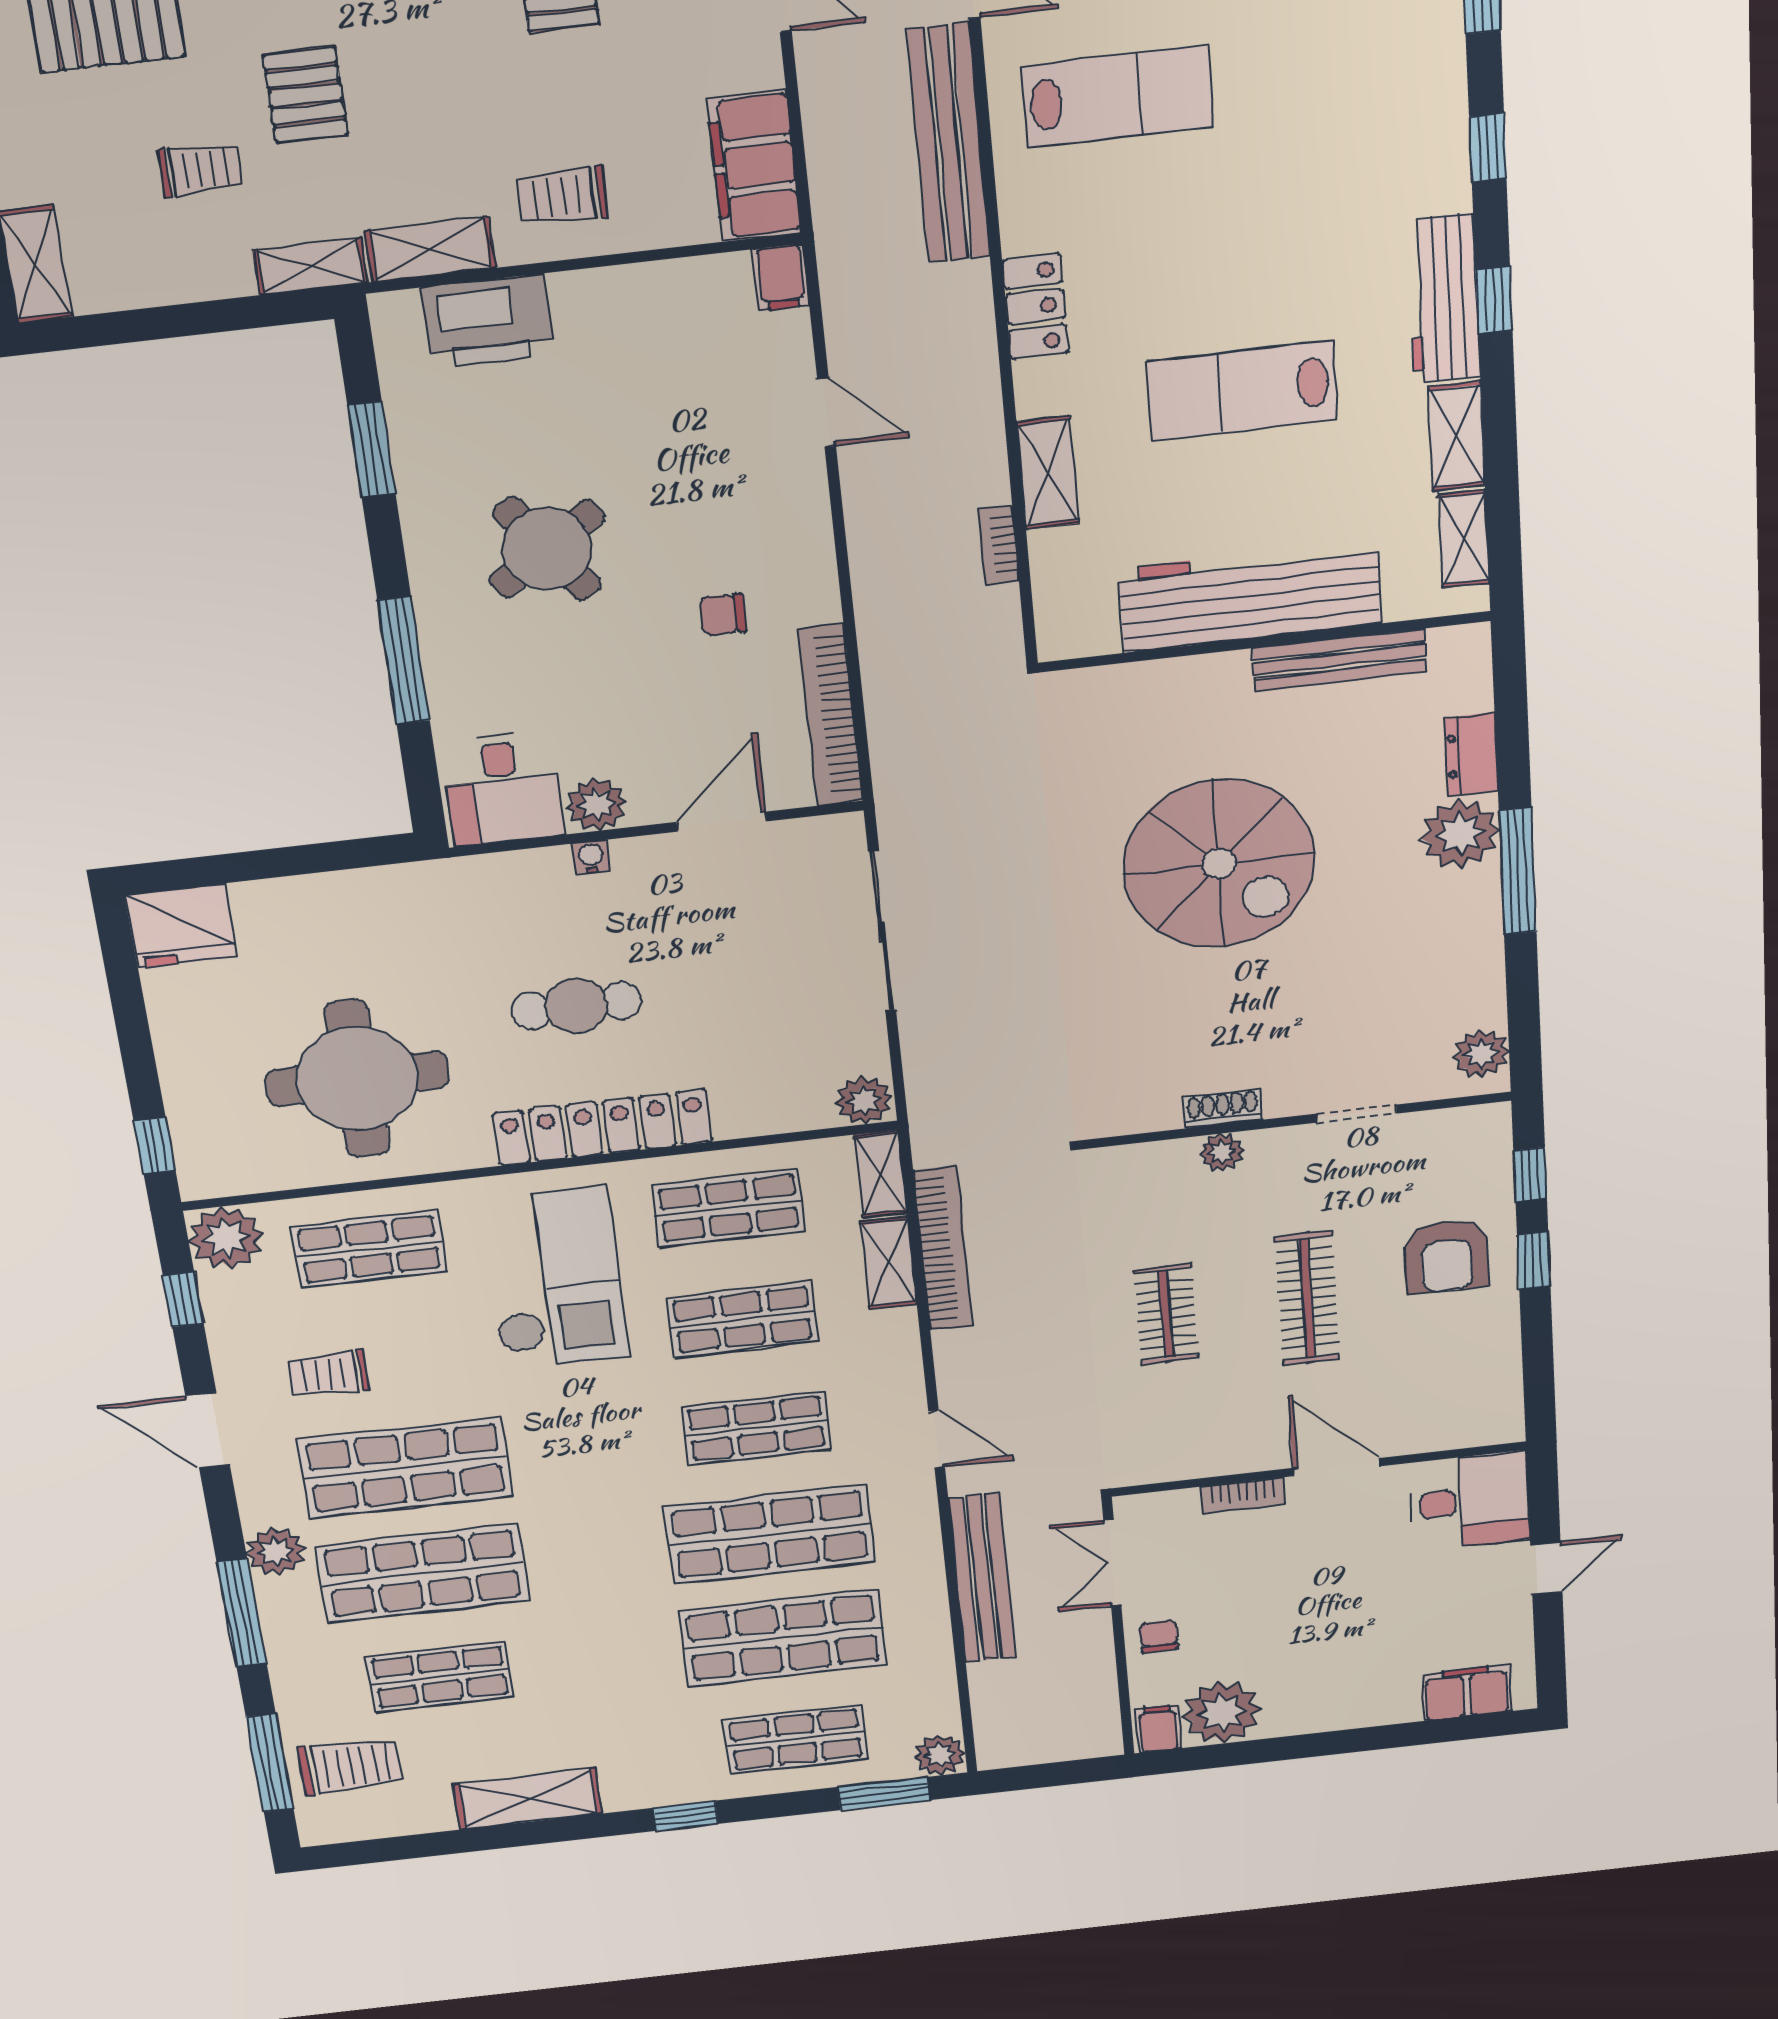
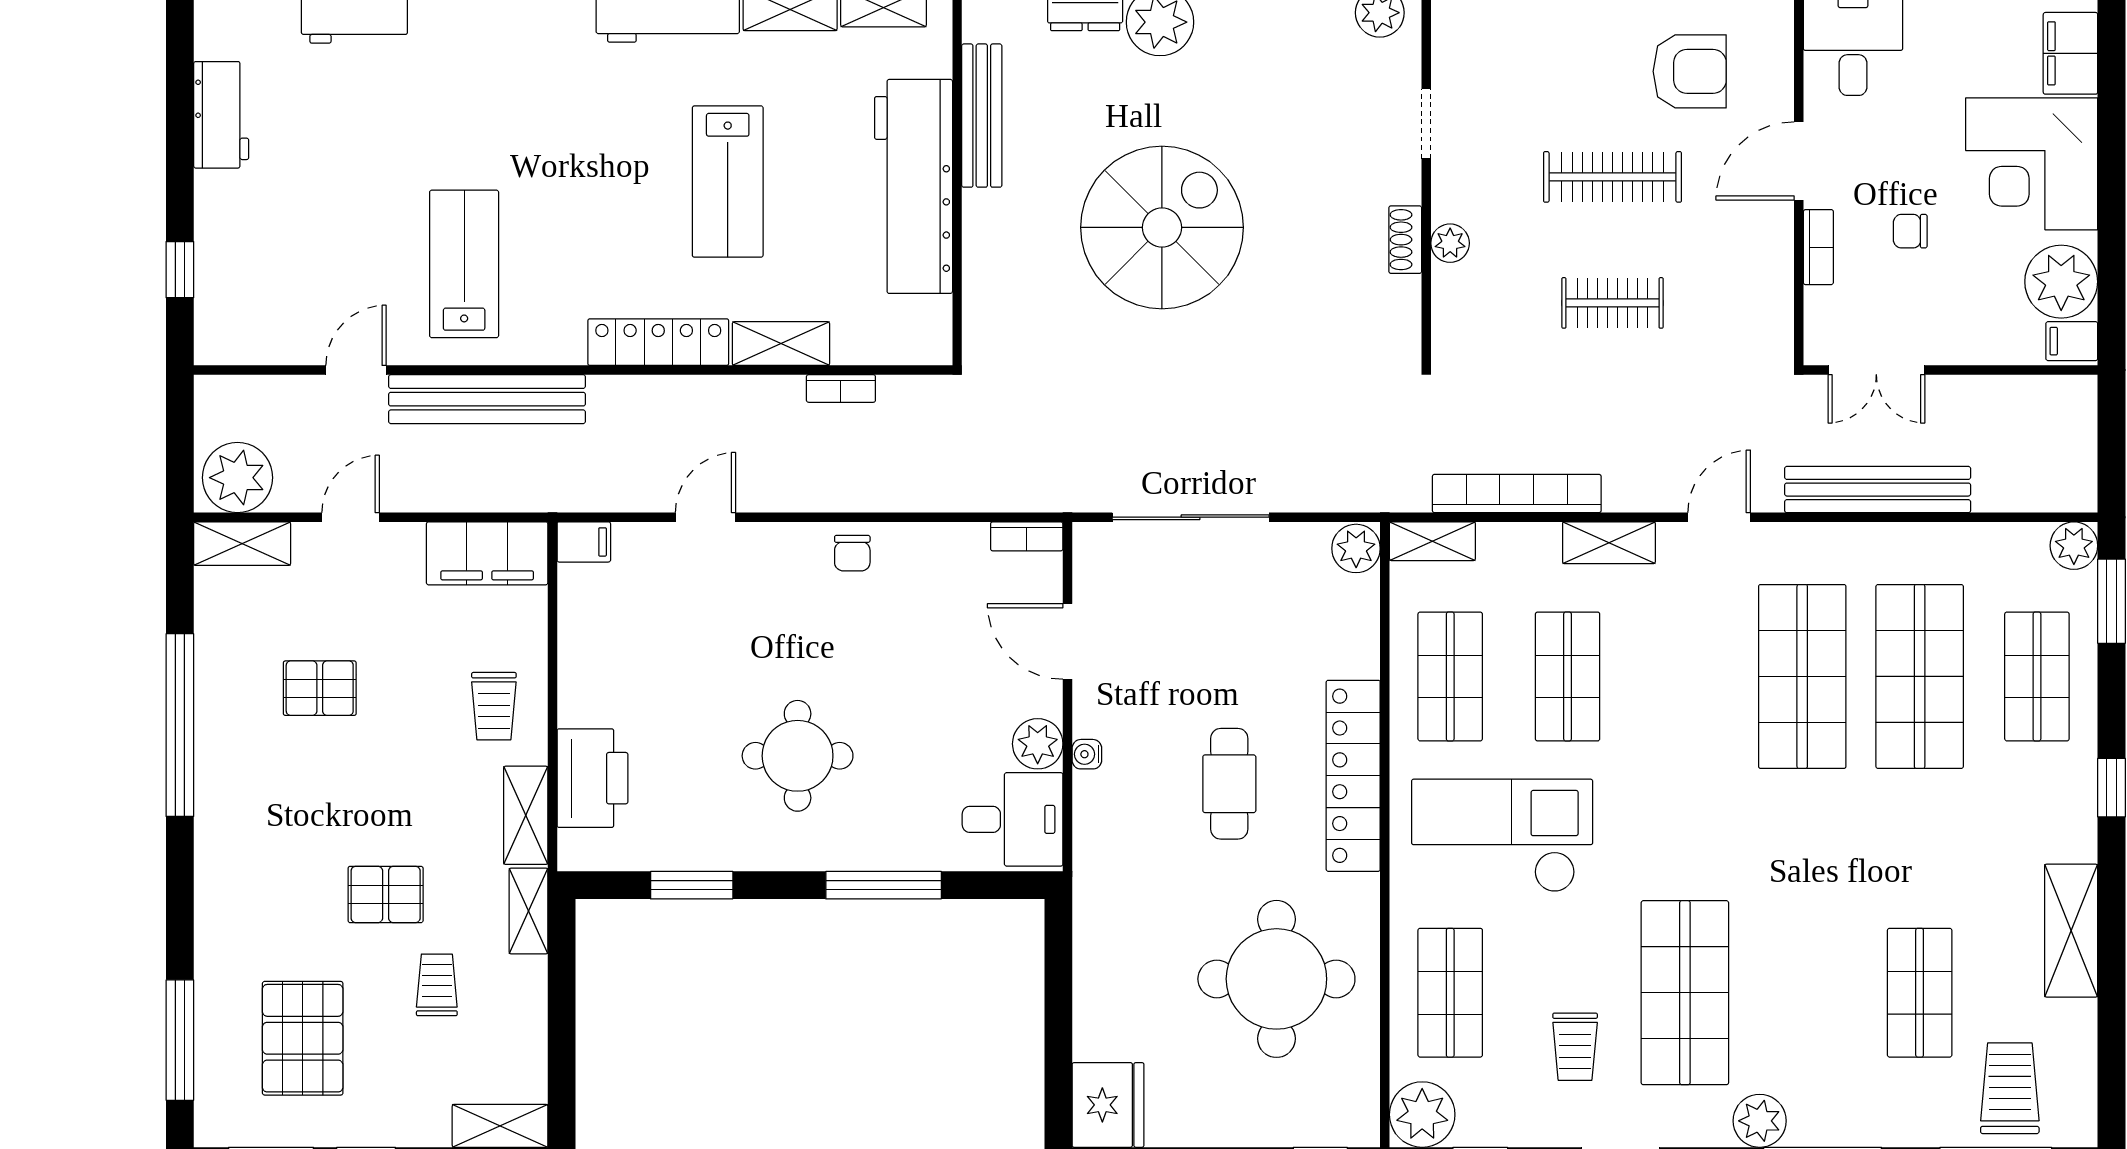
locker: (1035, 307) -> (658, 342), width x1.53
round table: (547, 549) -> (798, 756), turned 35
chair: (723, 615) -> (852, 553), moved
bookcase: (831, 715) -> (1027, 536), width x0.43, depth x0.76
armchair: (1446, 1256) -> (1690, 71), moved
shelving: (889, 1263) -> (1609, 543), moved
shop shelf: (756, 1428) -> (1685, 676), removed
shop shelf: (423, 1574) -> (1802, 993), removed
chair: (1159, 1636) -> (1910, 231), moved
corner desk: (1346, 1673) -> (2032, 164), added

